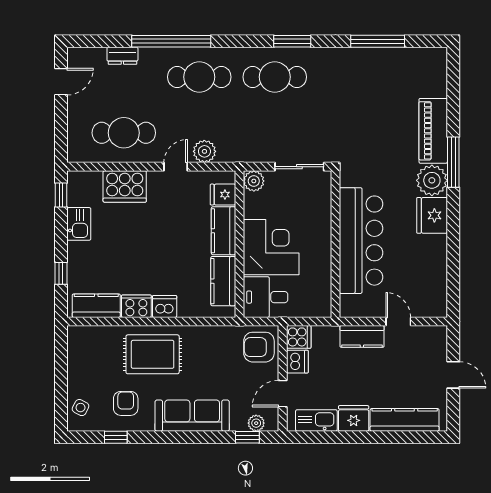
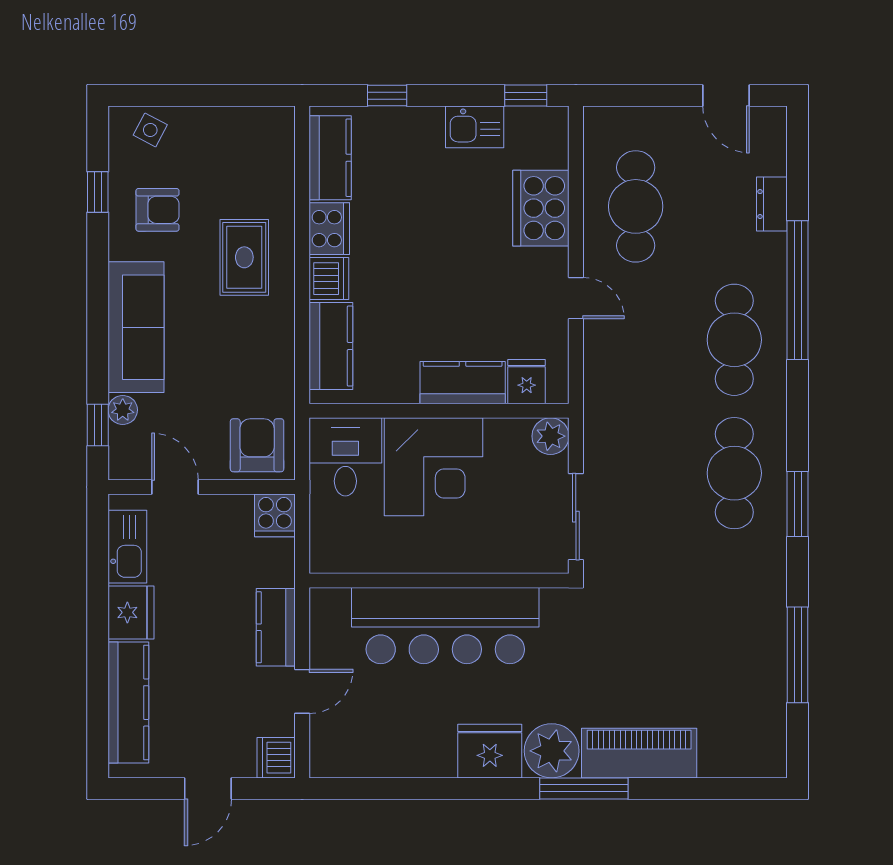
plant: (204, 151) -> (603, 349), removed
kitchen counter: (223, 281) -> (331, 346), moved, turned 90
rug: (153, 354) -> (244, 257), width x0.73, depth x0.70
dishwasher: (297, 362) -> (276, 758), moved, turned 90
plant: (256, 423) -> (123, 410), moved

